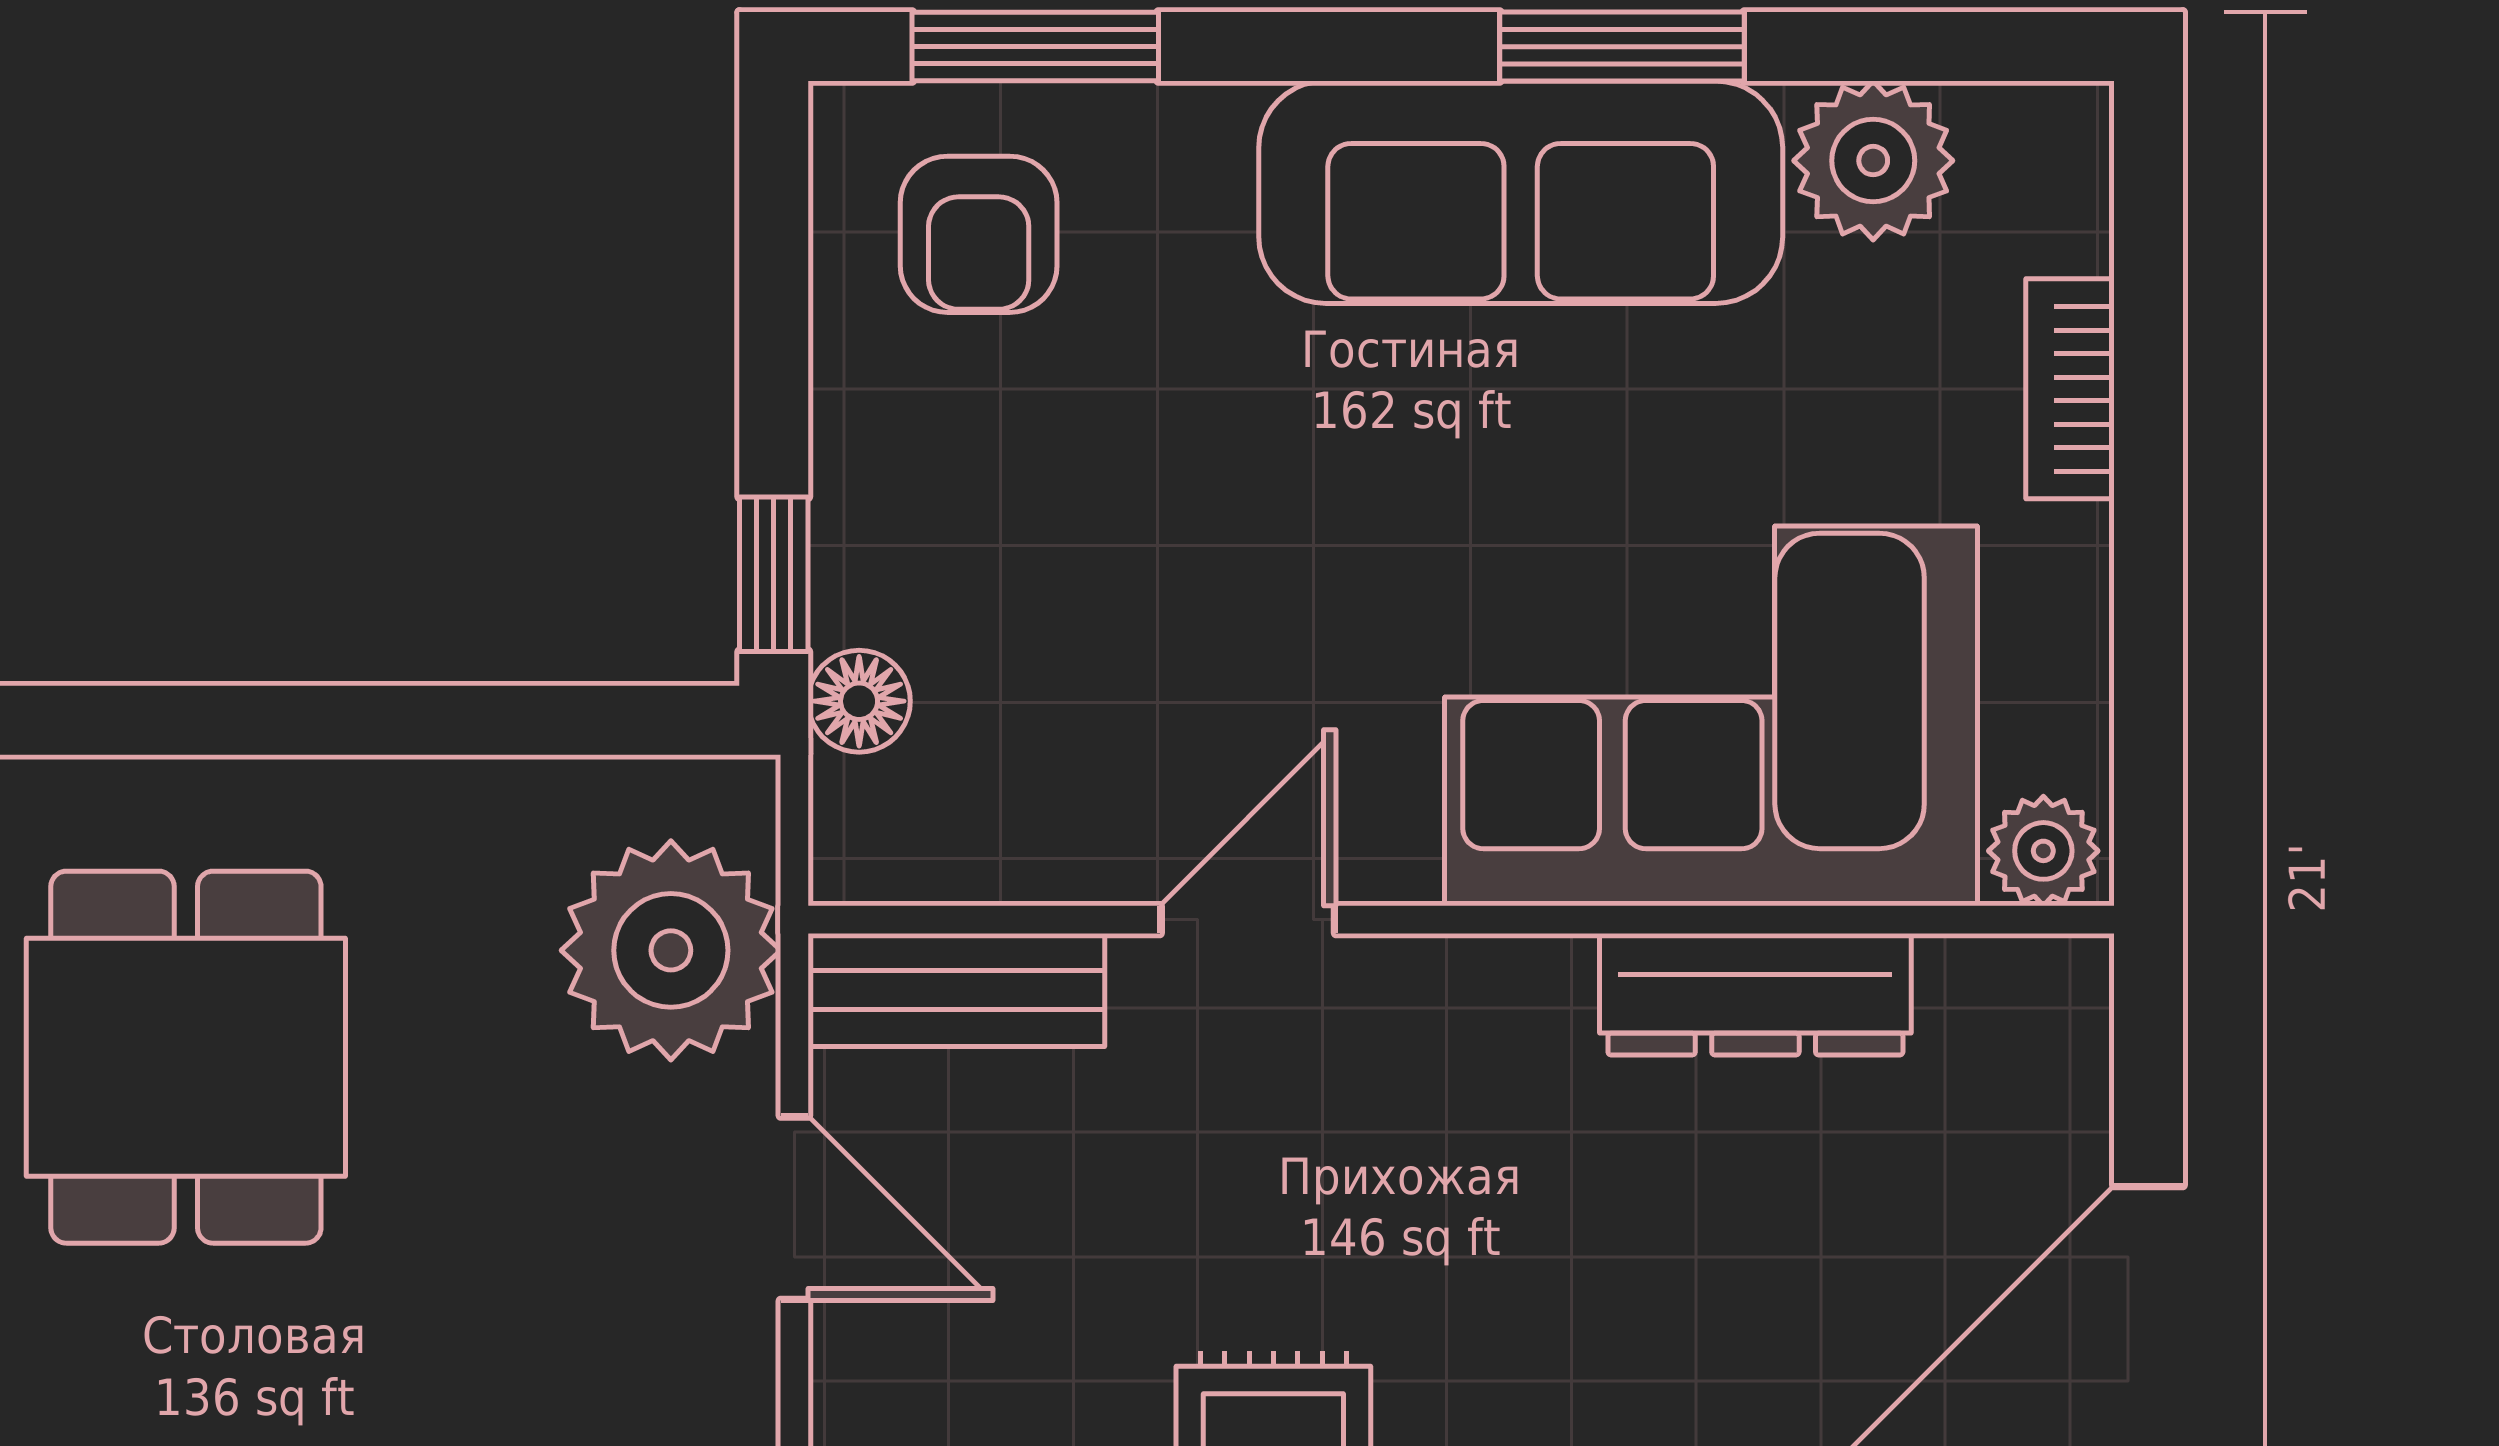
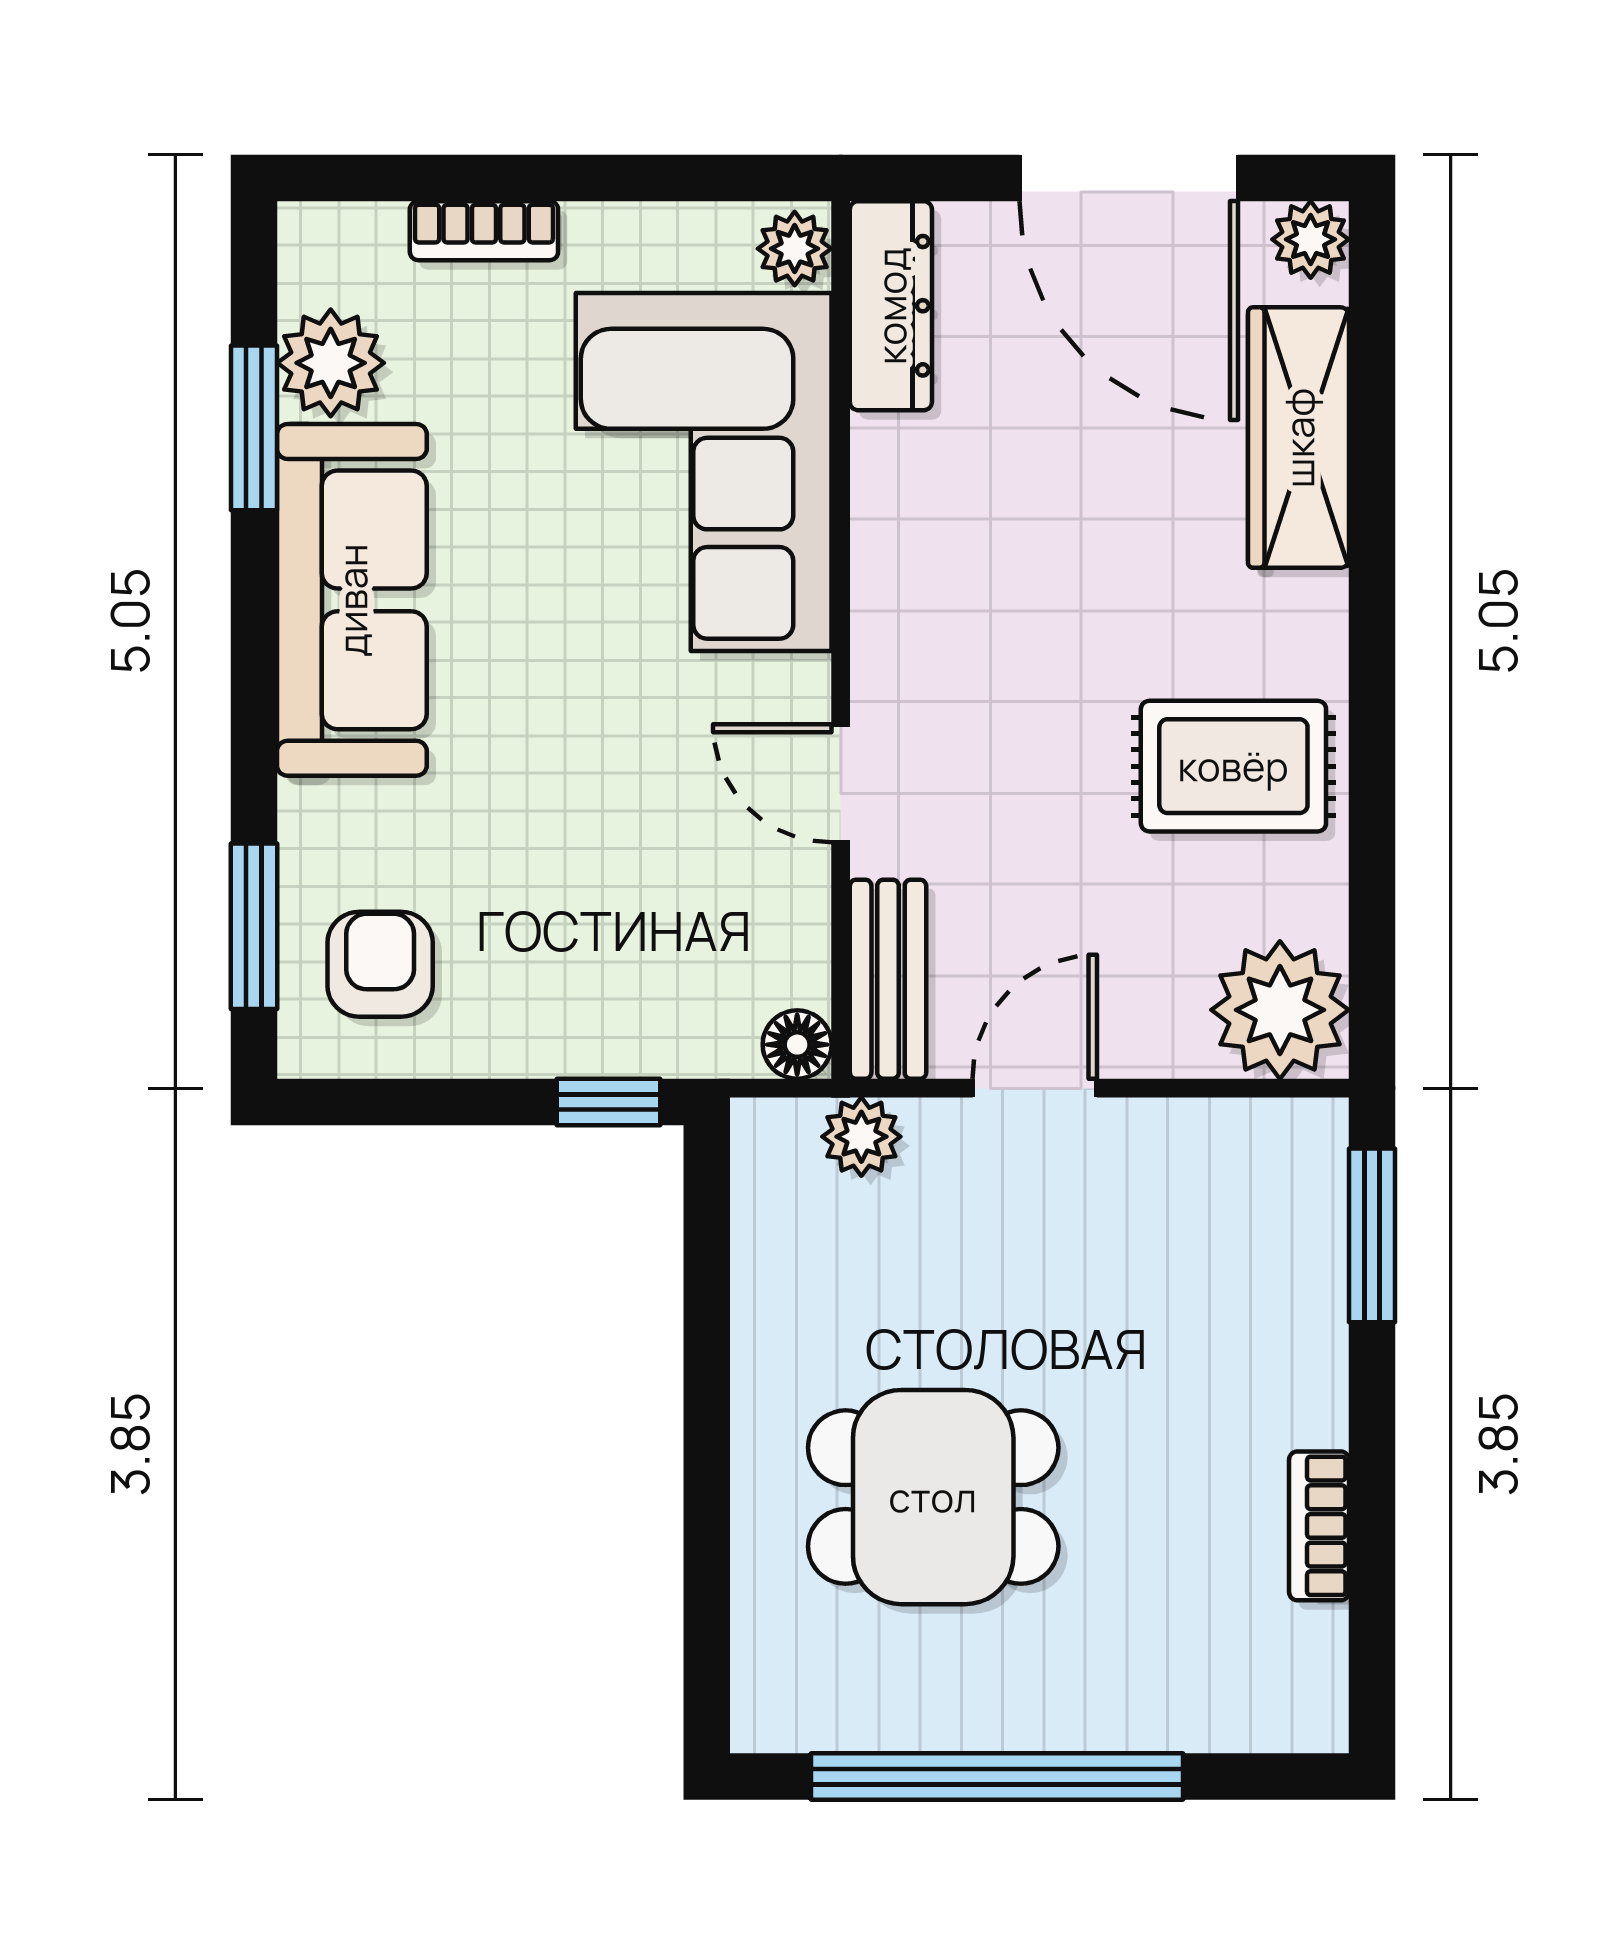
window: (1622, 47) -> (254, 428), moved
armchair: (979, 234) -> (380, 964), turned -90
floor lamp: (859, 701) -> (797, 1045), moved
plant: (671, 950) -> (861, 1137), width x0.53, depth x0.53
dresser: (1755, 994) -> (891, 306), moved

